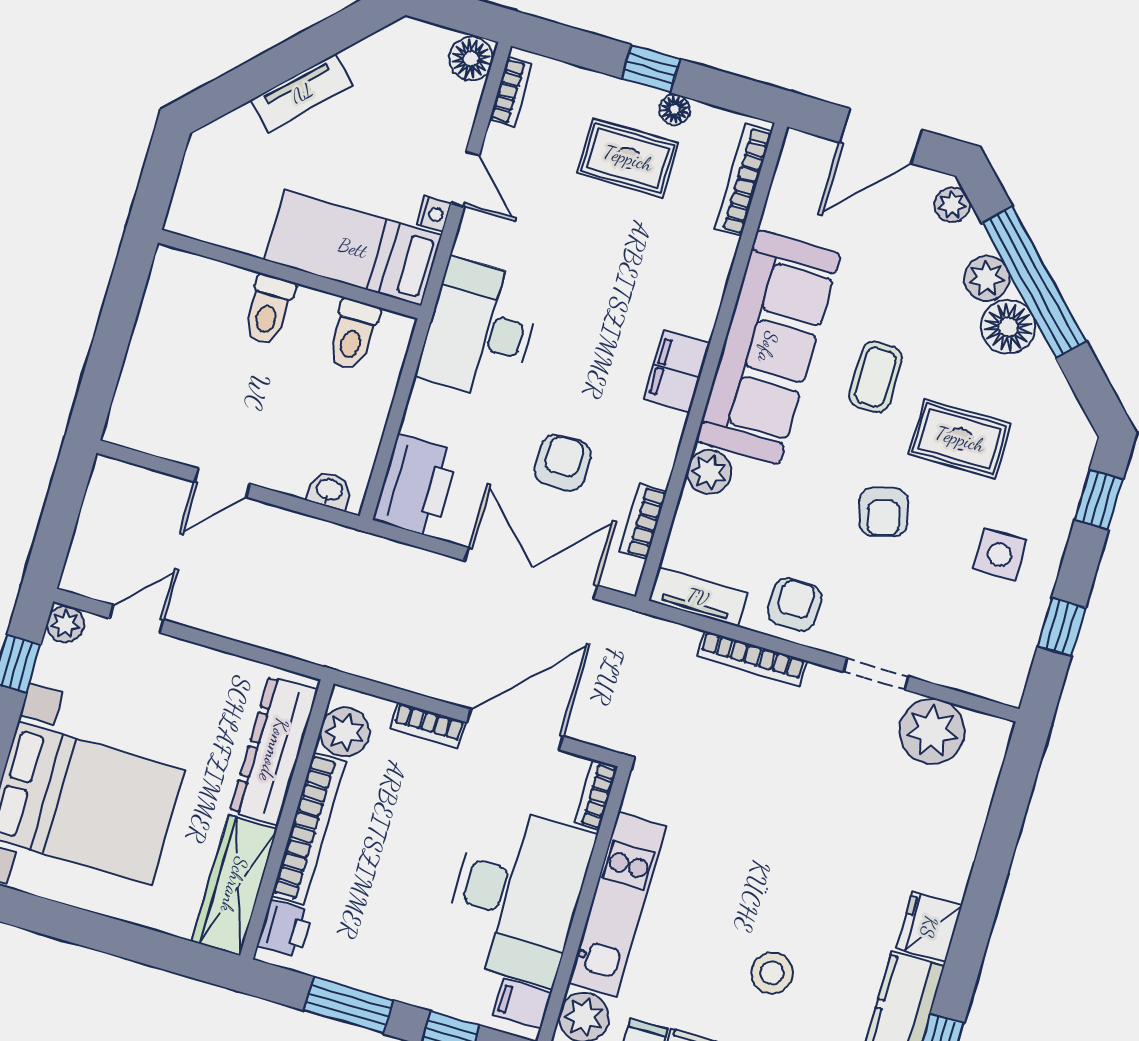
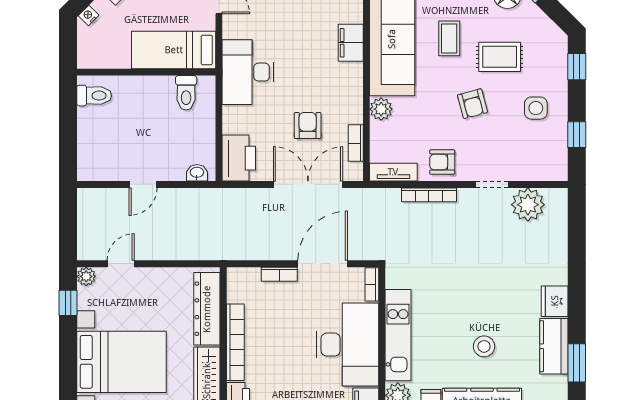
nightstand: (434, 214) -> (89, 15), moved, turned -135
toilet: (269, 310) -> (94, 96), moved, turned -90
filing cabinet: (677, 371) -> (351, 43), moved
armchair: (795, 605) -> (442, 162), turned -90
plant: (345, 732) -> (239, 289), removed

